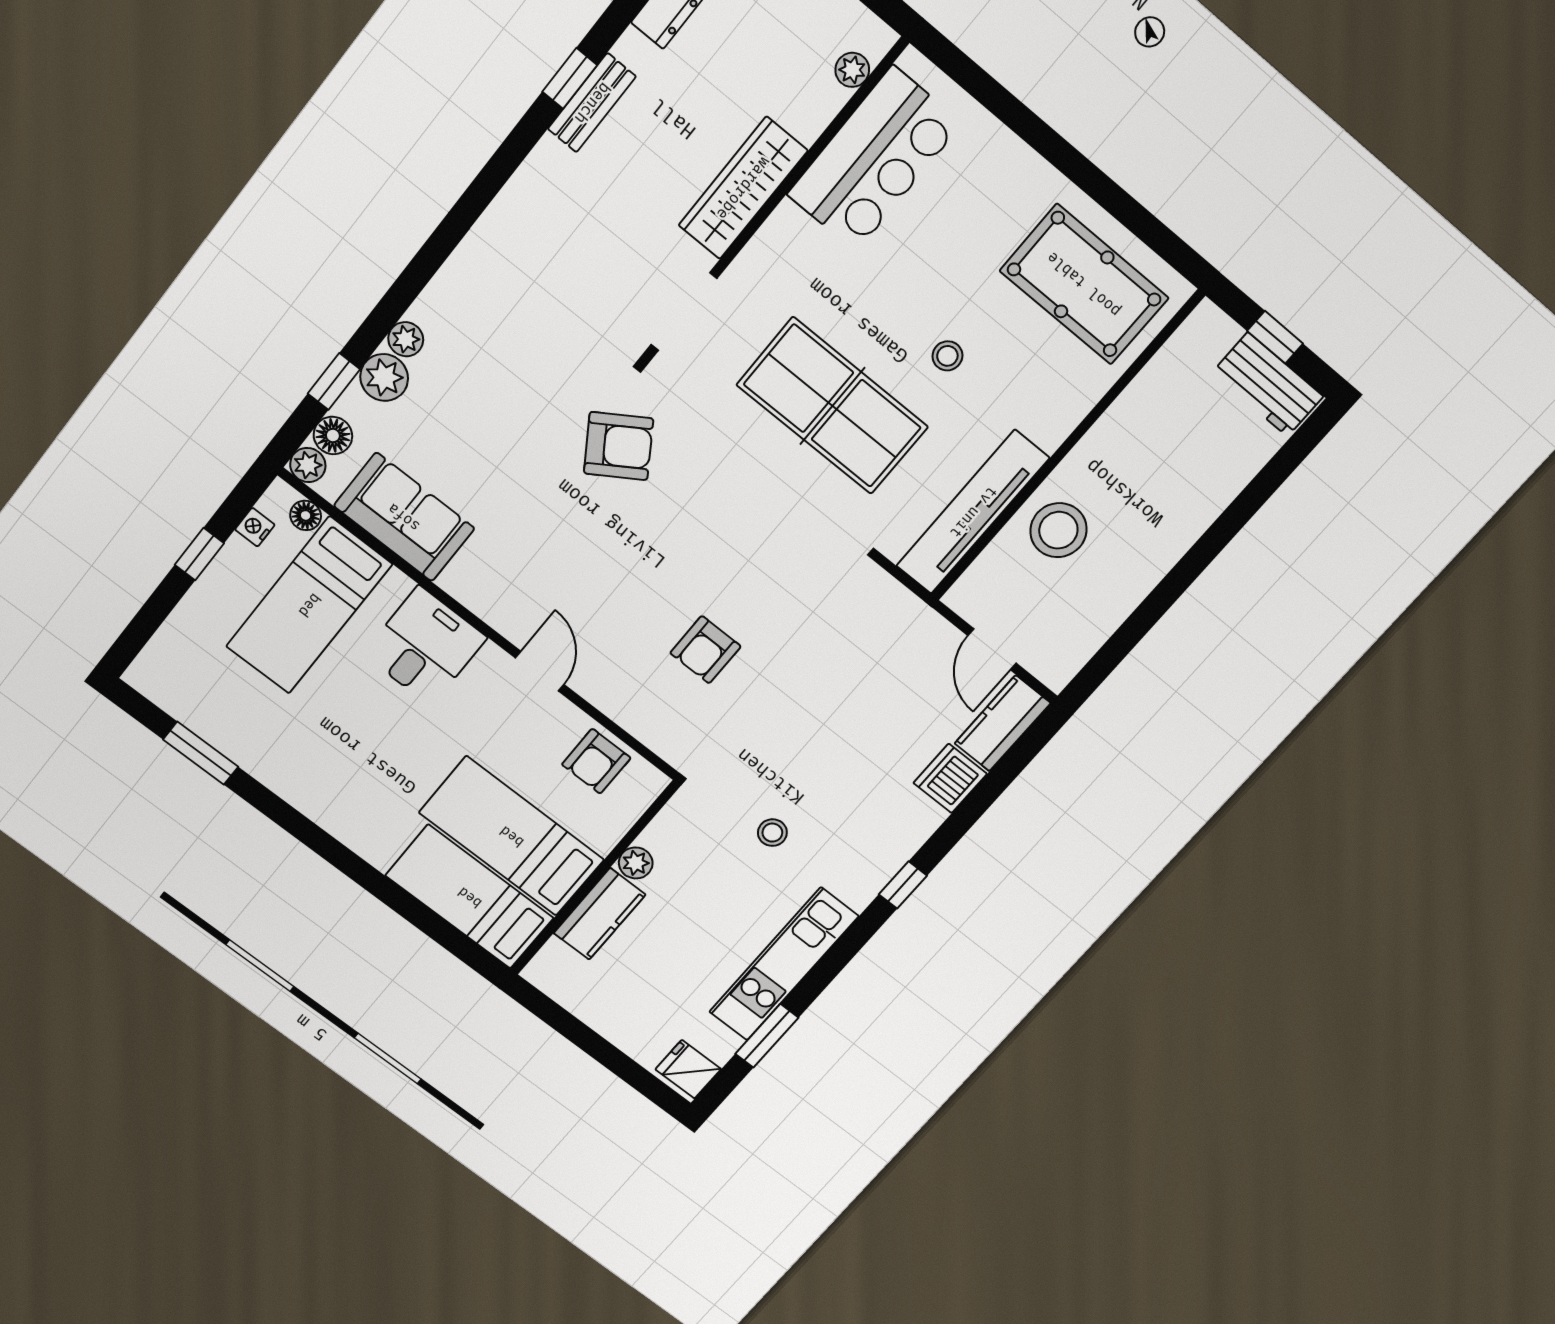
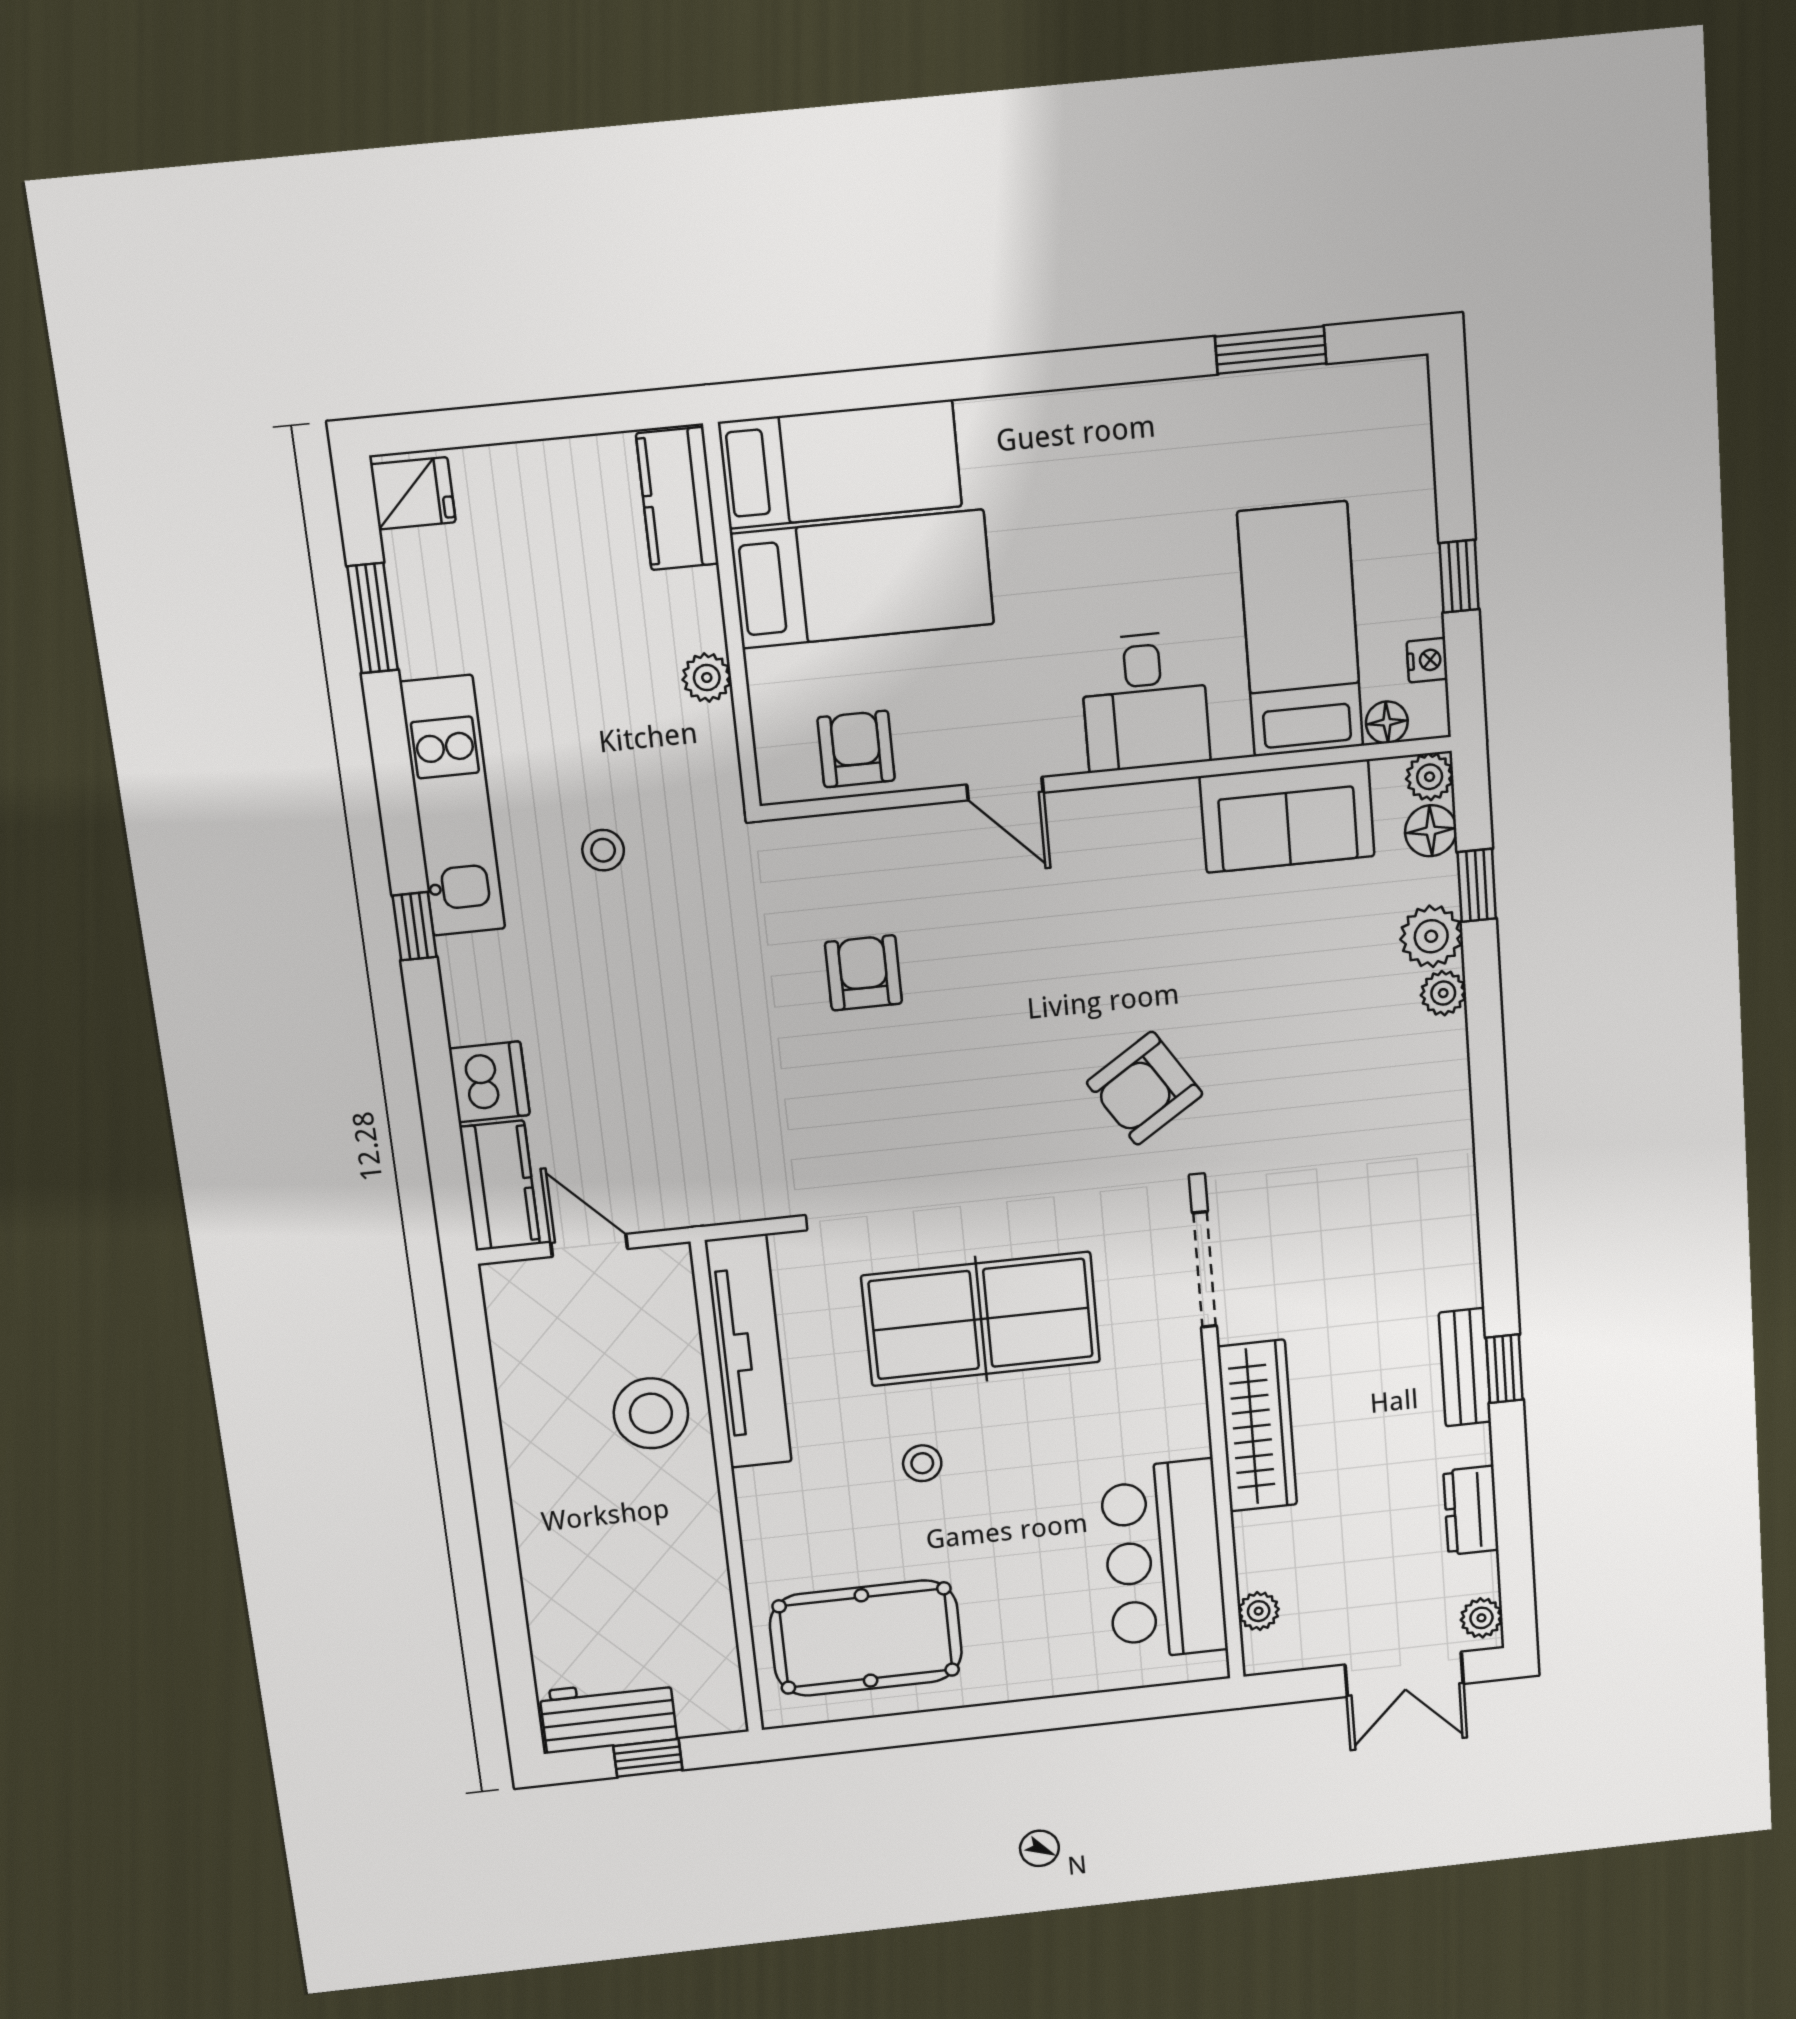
kitchen counter: (600, 914) -> (677, 499), moved
kitchen unit: (784, 964) -> (453, 806), moved

